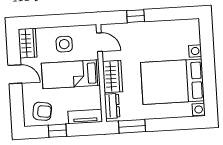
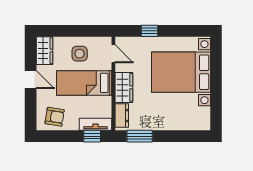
bed with nightstands: (172, 82) -> (181, 72), moved
window: (57, 131) -> (92, 136), moved

